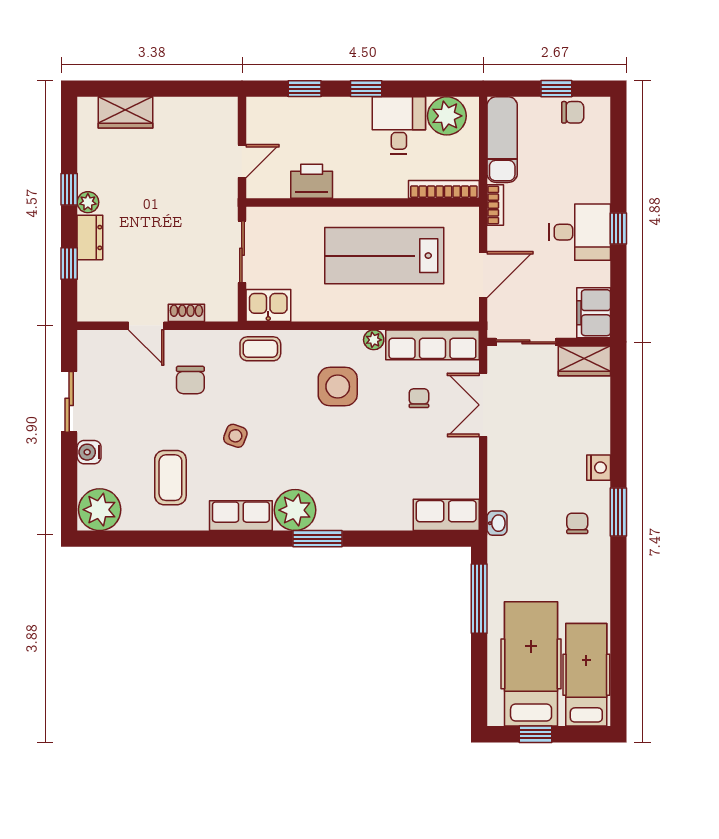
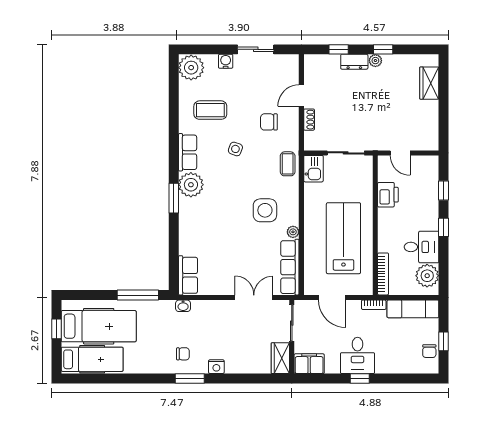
chair: (419, 398) -> (258, 259), removed

